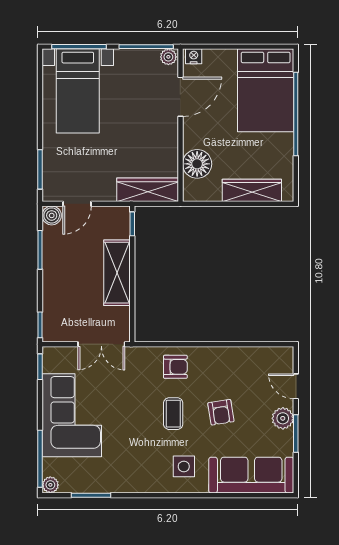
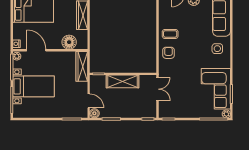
bed with nightstands: (78, 91) -> (33, 86), moved
armchair: (221, 412) -> (191, 30), removed
coffee table: (173, 414) -> (170, 34), moved
corner sofa: (72, 415) -> (216, 89), moved, turned -90

